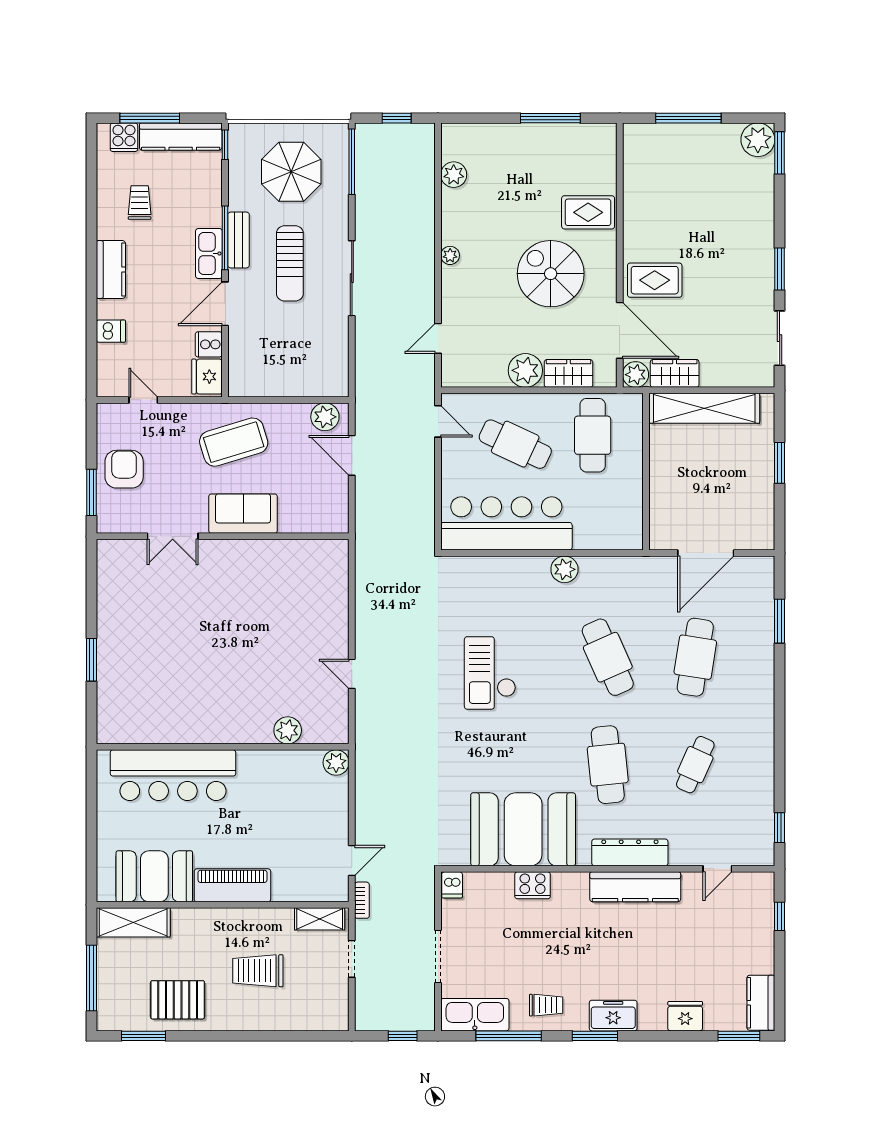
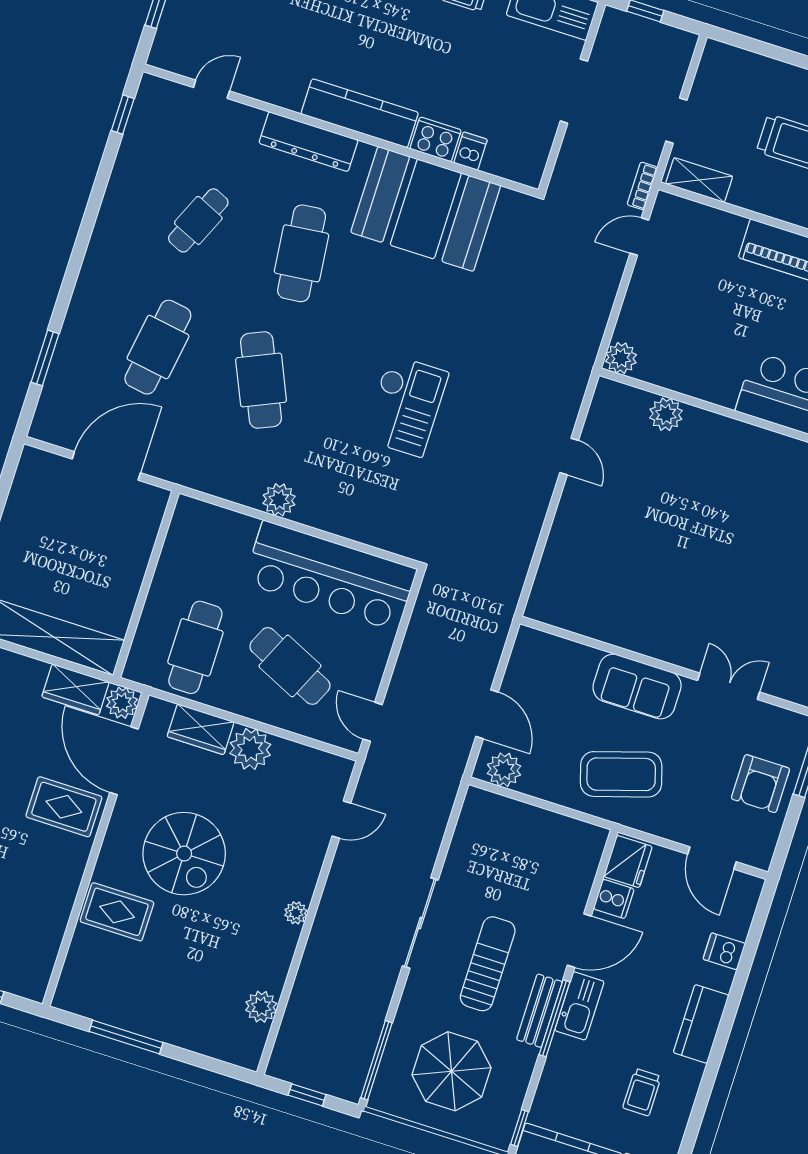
door: (143, 400) -> (712, 858), width x1.38
dishwasher: (452, 885) -> (470, 151), moved
kitchen counter: (635, 887) -> (360, 113), moved

